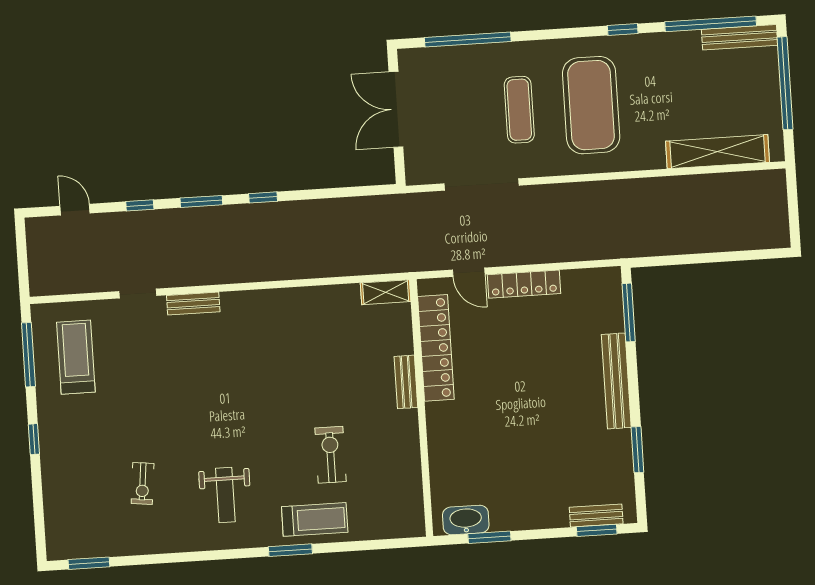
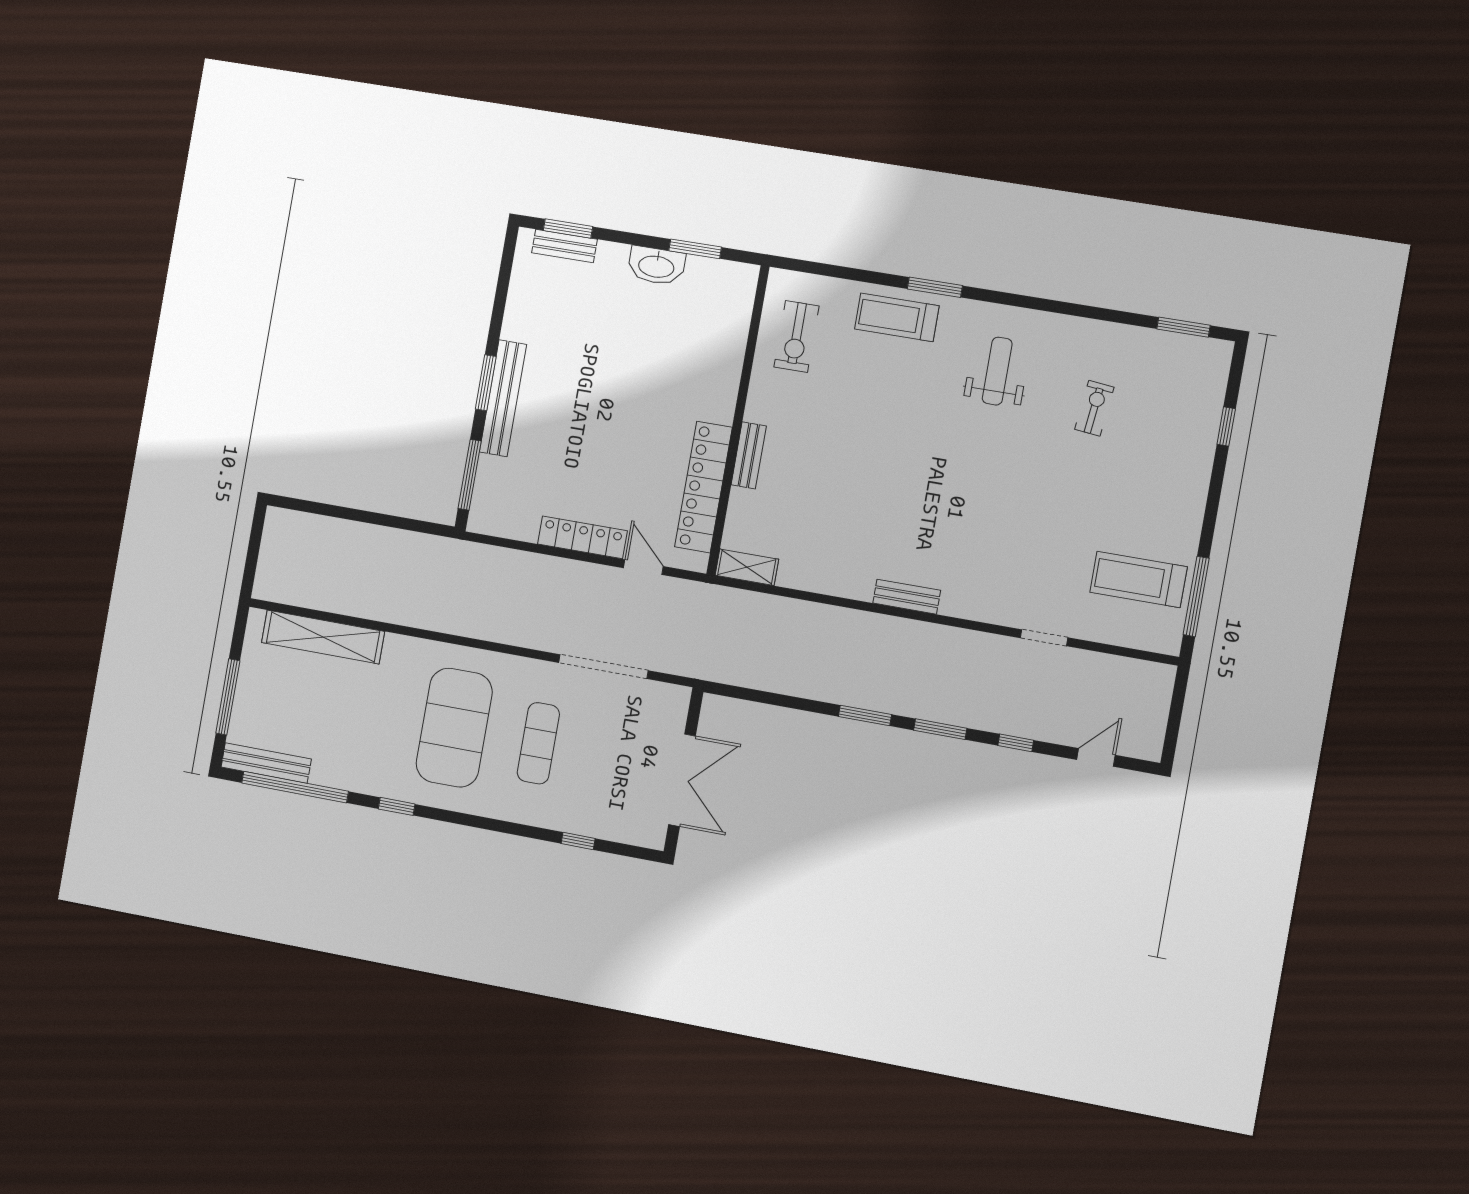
window: (468, 40) -> (578, 841), width x0.32
window: (785, 83) -> (228, 697), width x0.68
window: (263, 197) -> (865, 716), width x1.50
door: (75, 210) -> (1096, 757), swing flipped
bench: (193, 304) -> (907, 597), moved
treadmill: (76, 357) -> (1138, 580), turned 90
window: (34, 439) -> (1226, 427), moved
window: (637, 450) -> (486, 383), moved
exercise bike: (331, 455) -> (796, 337), moved
washbasin: (466, 520) -> (656, 266), moved

